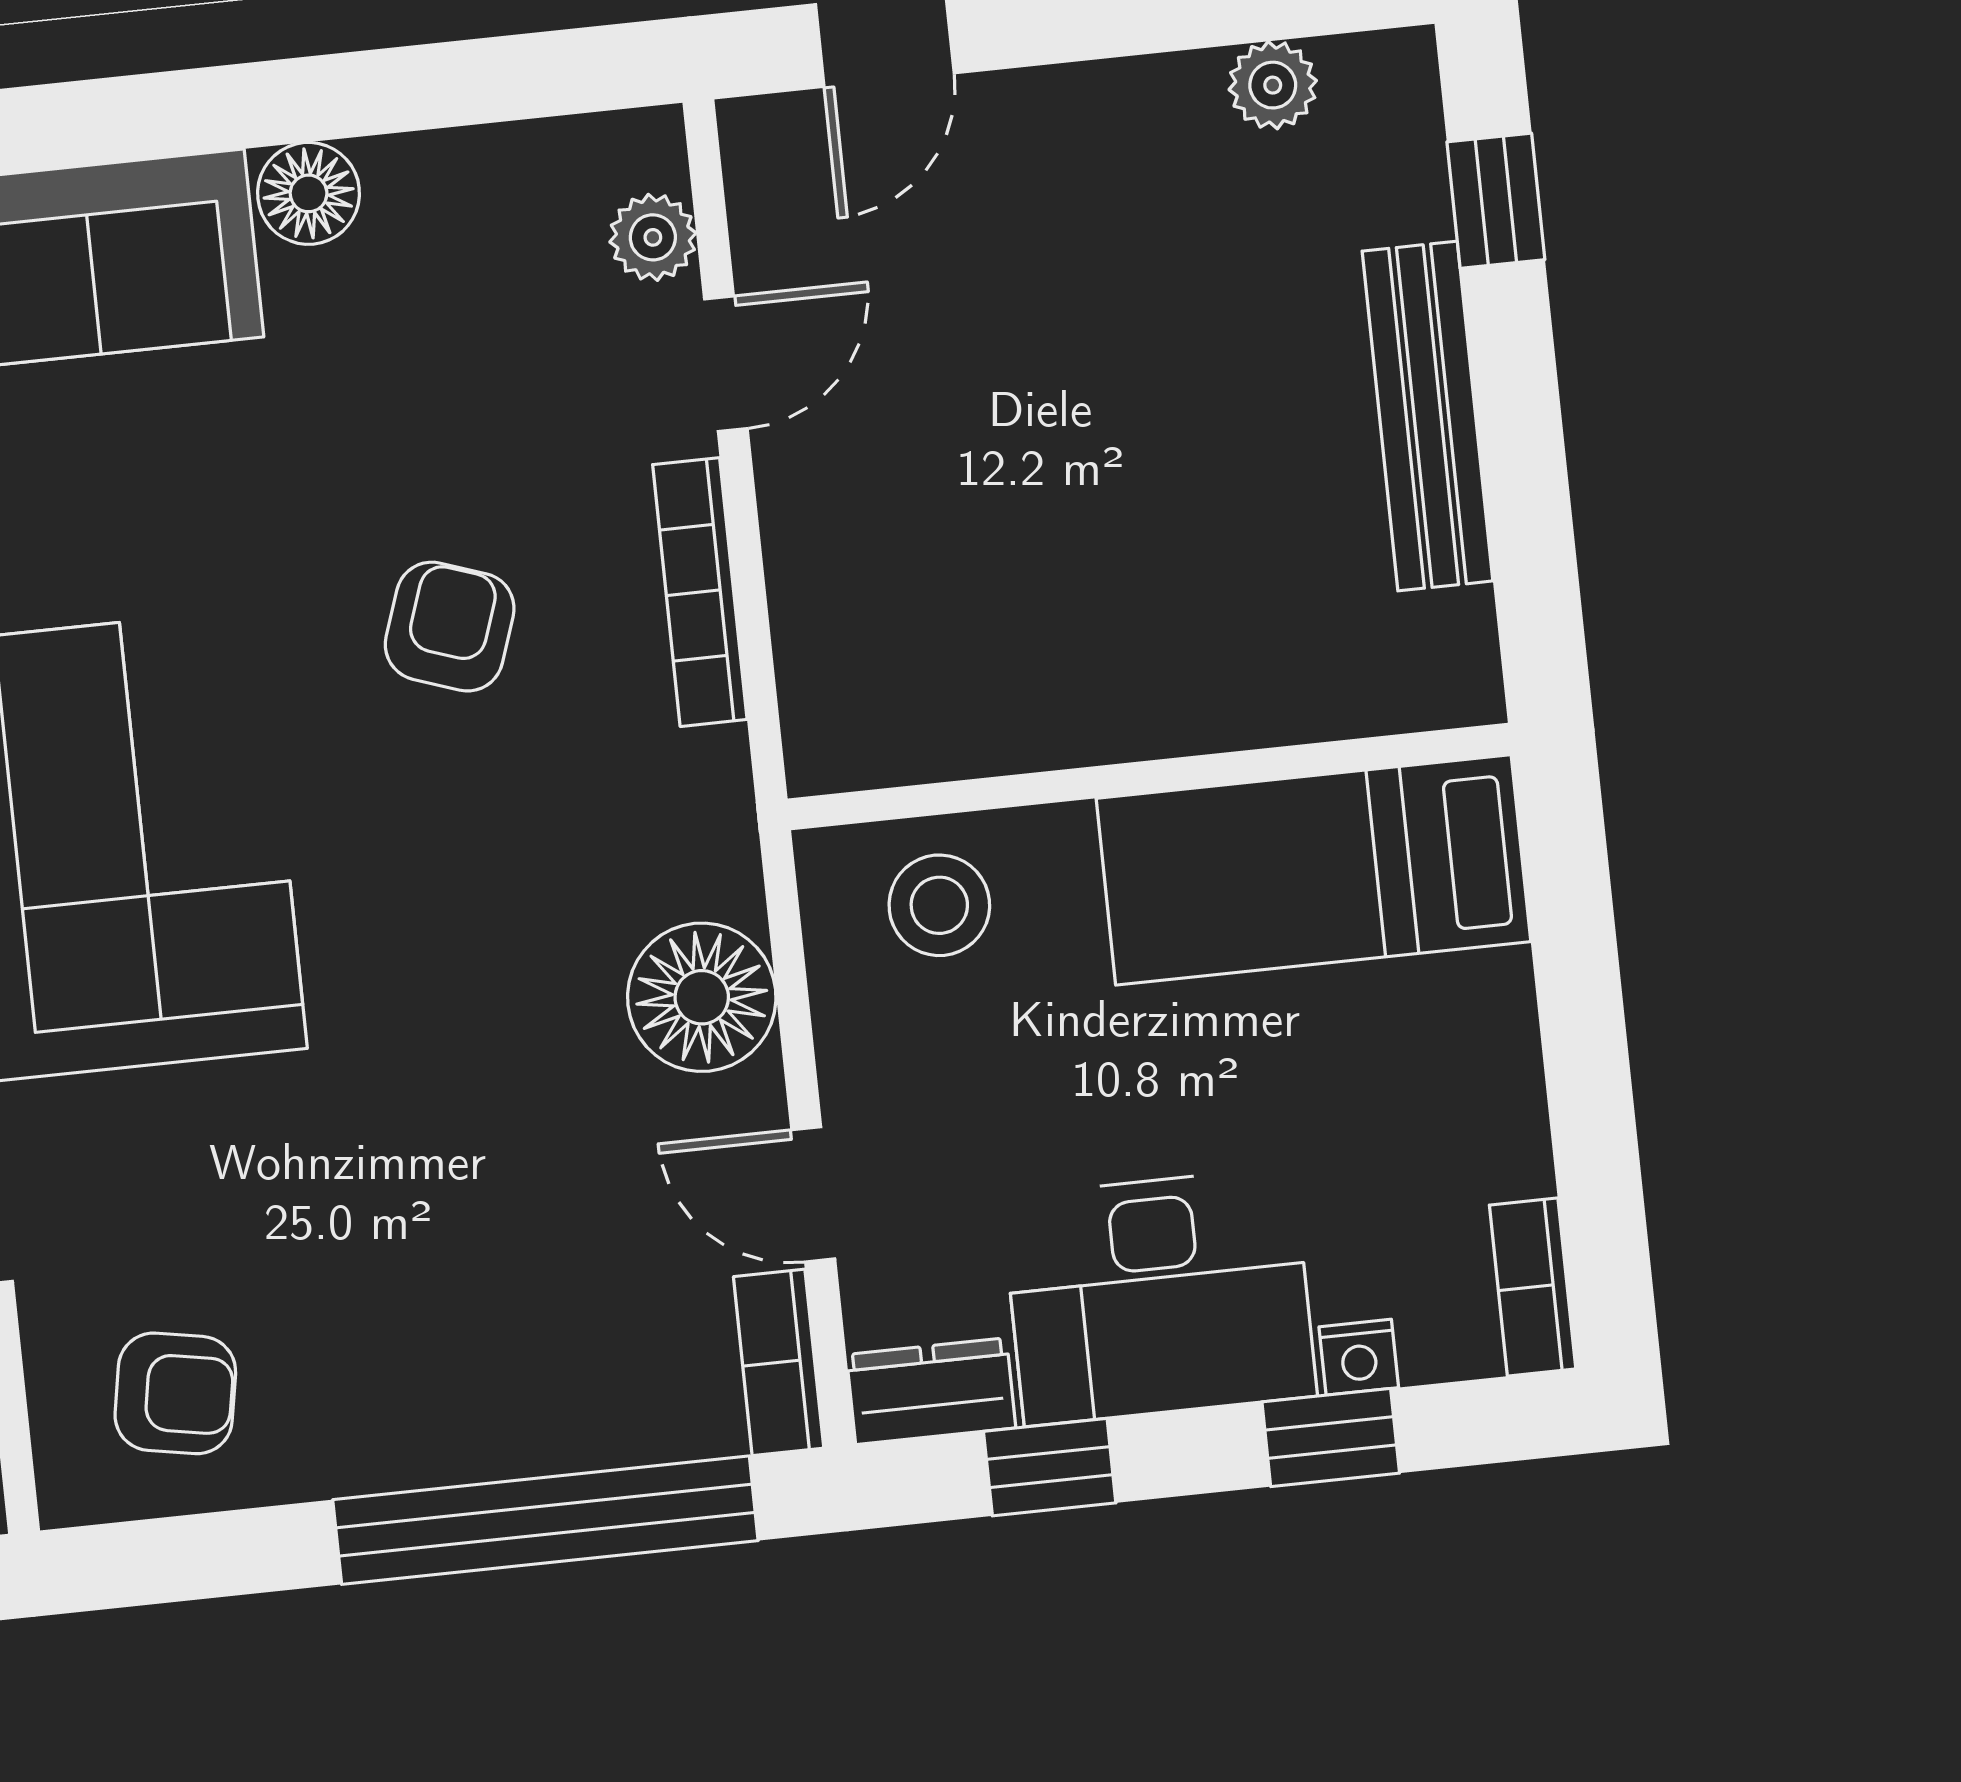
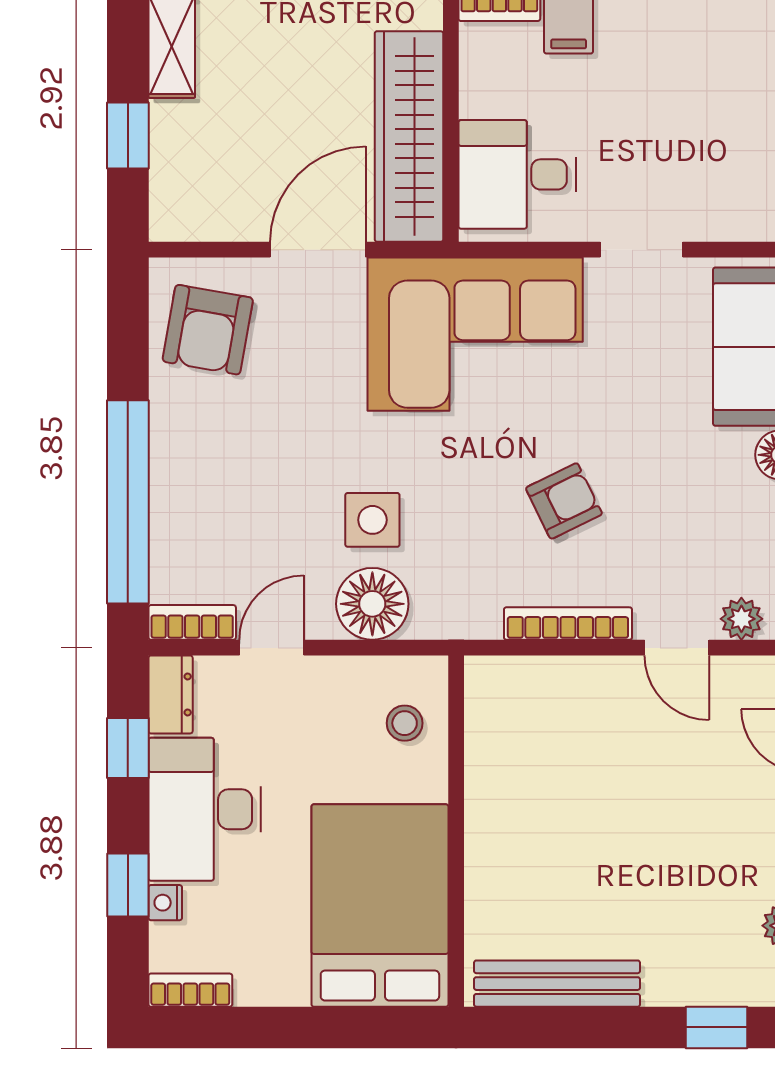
bench: (1428, 416) -> (557, 984), moved
armchair: (450, 627) -> (564, 501), turned -45
bed: (1313, 870) -> (380, 905), width x1.50
stool: (939, 905) -> (405, 723), width x0.73, depth x0.73
side table: (530, 1015) -> (372, 520), added
armchair: (175, 1393) -> (208, 330), width x1.38, depth x1.38

